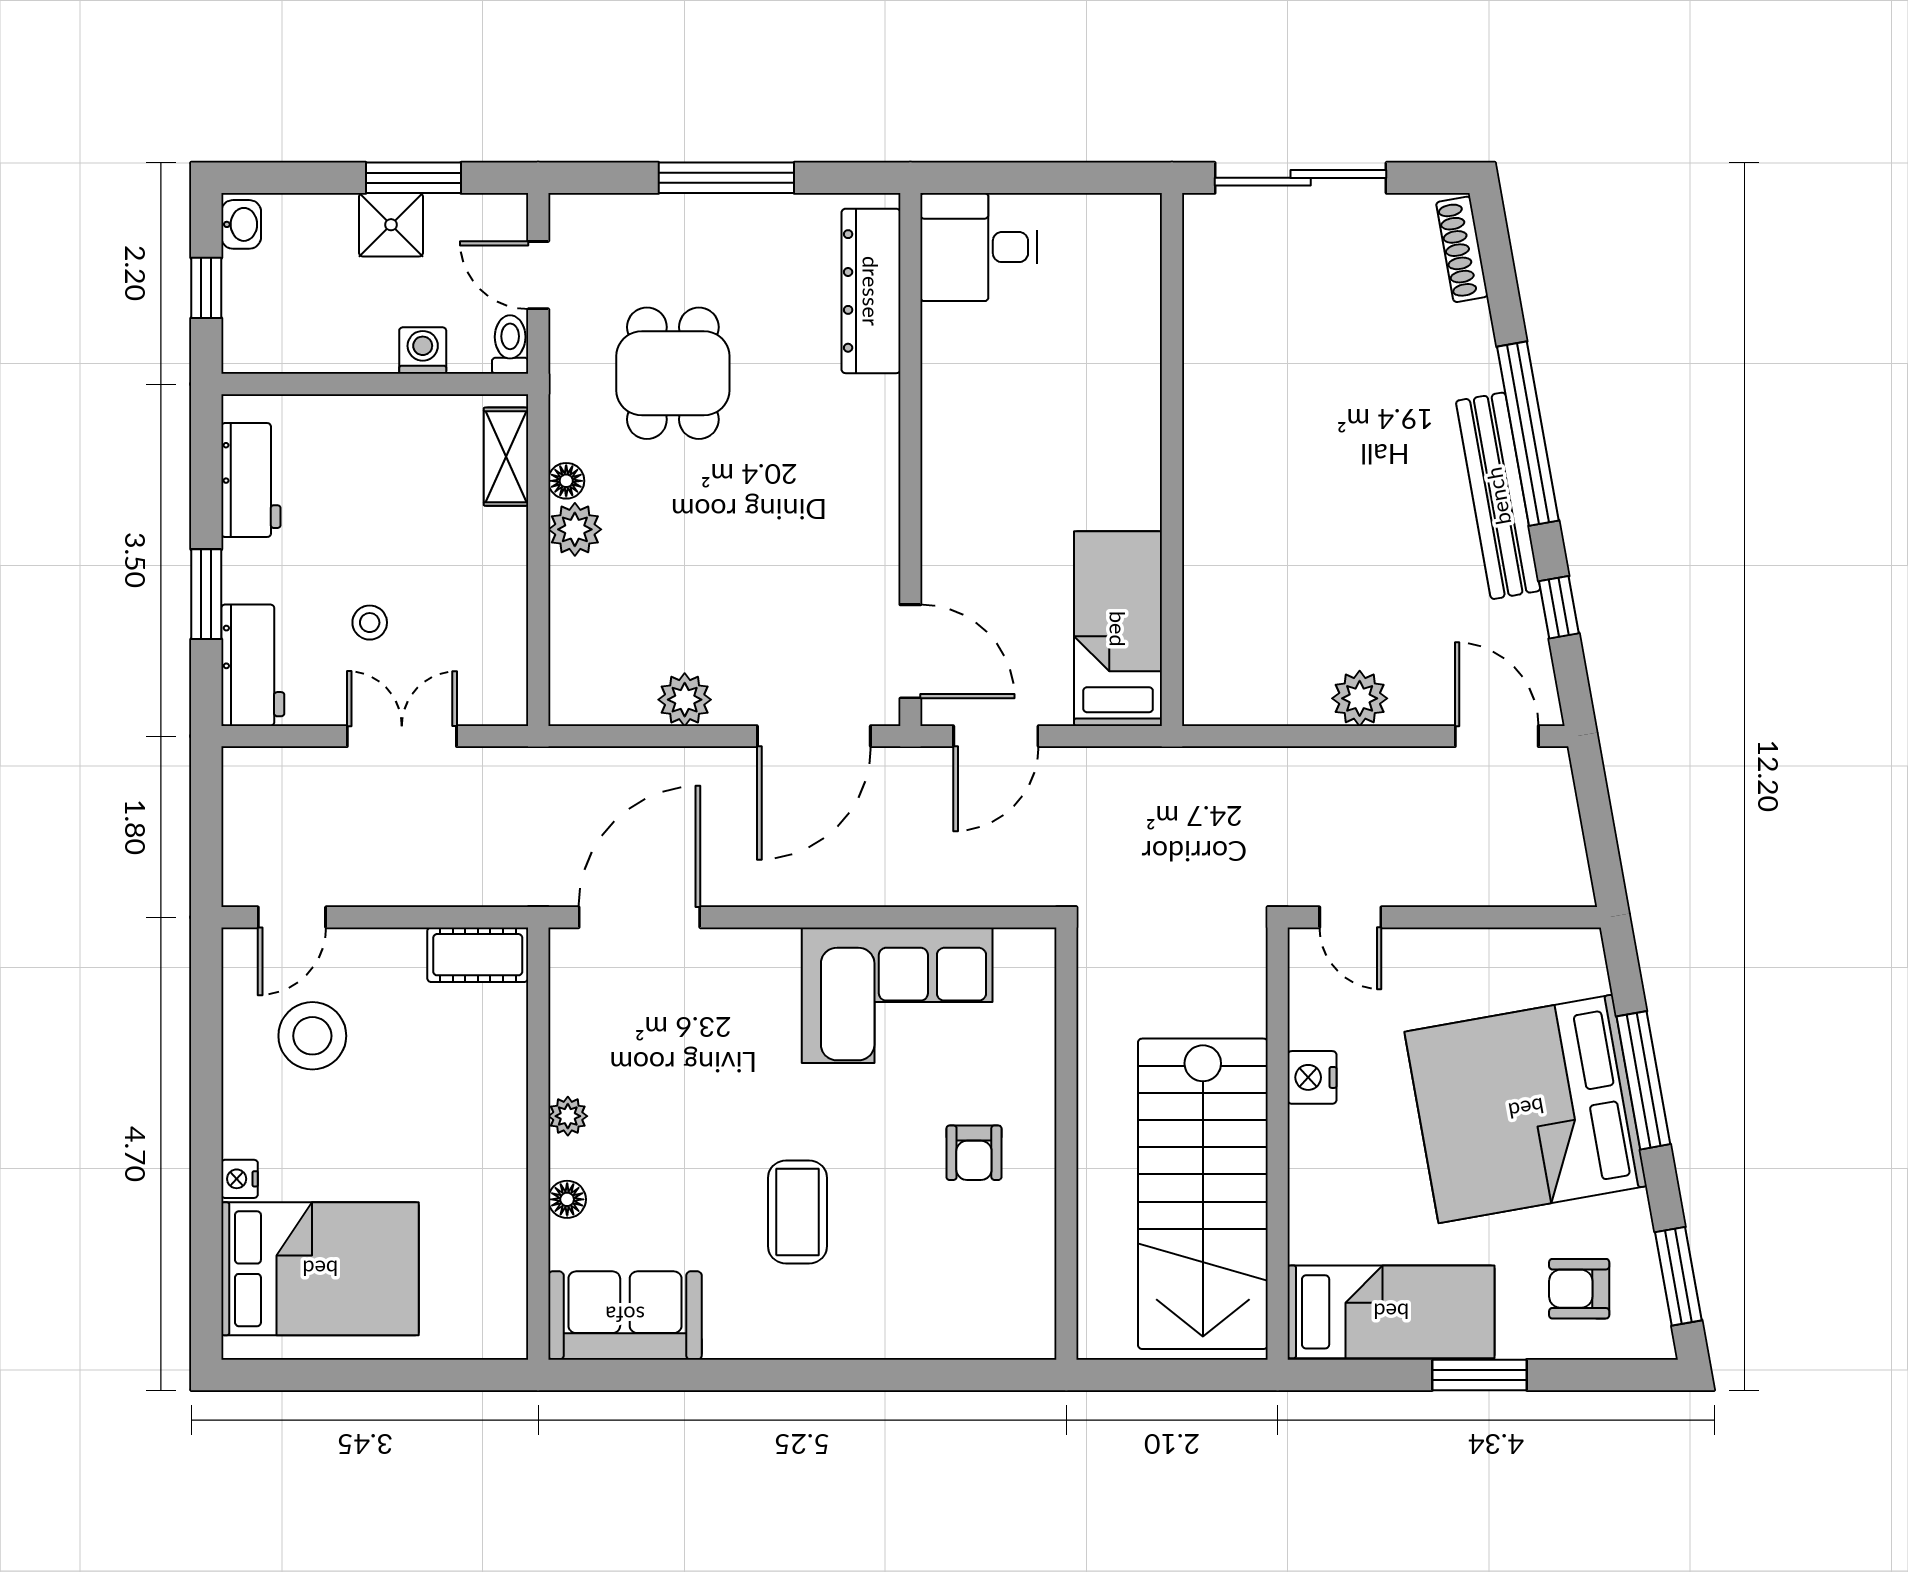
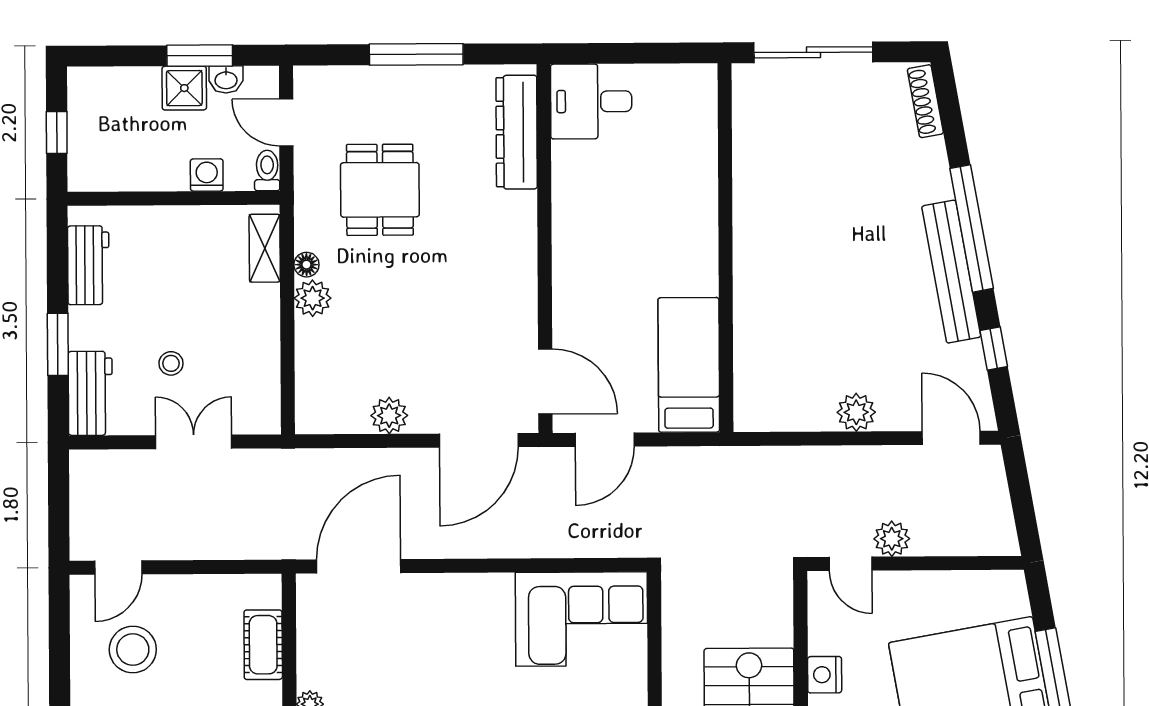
washbasin: (241, 224) -> (226, 80), moved, turned 90
plant: (1410, 881) -> (892, 539), added
cot: (478, 955) -> (263, 645), moved, turned 90
corner sofa: (897, 995) -> (581, 619), moved

